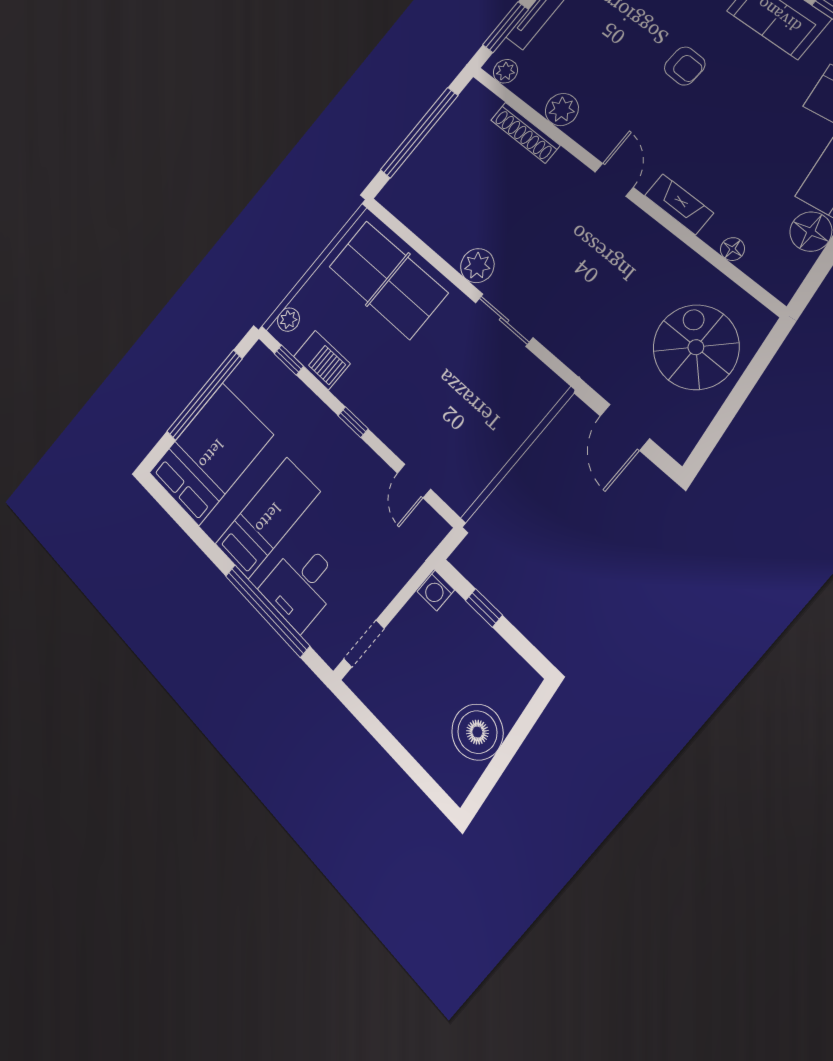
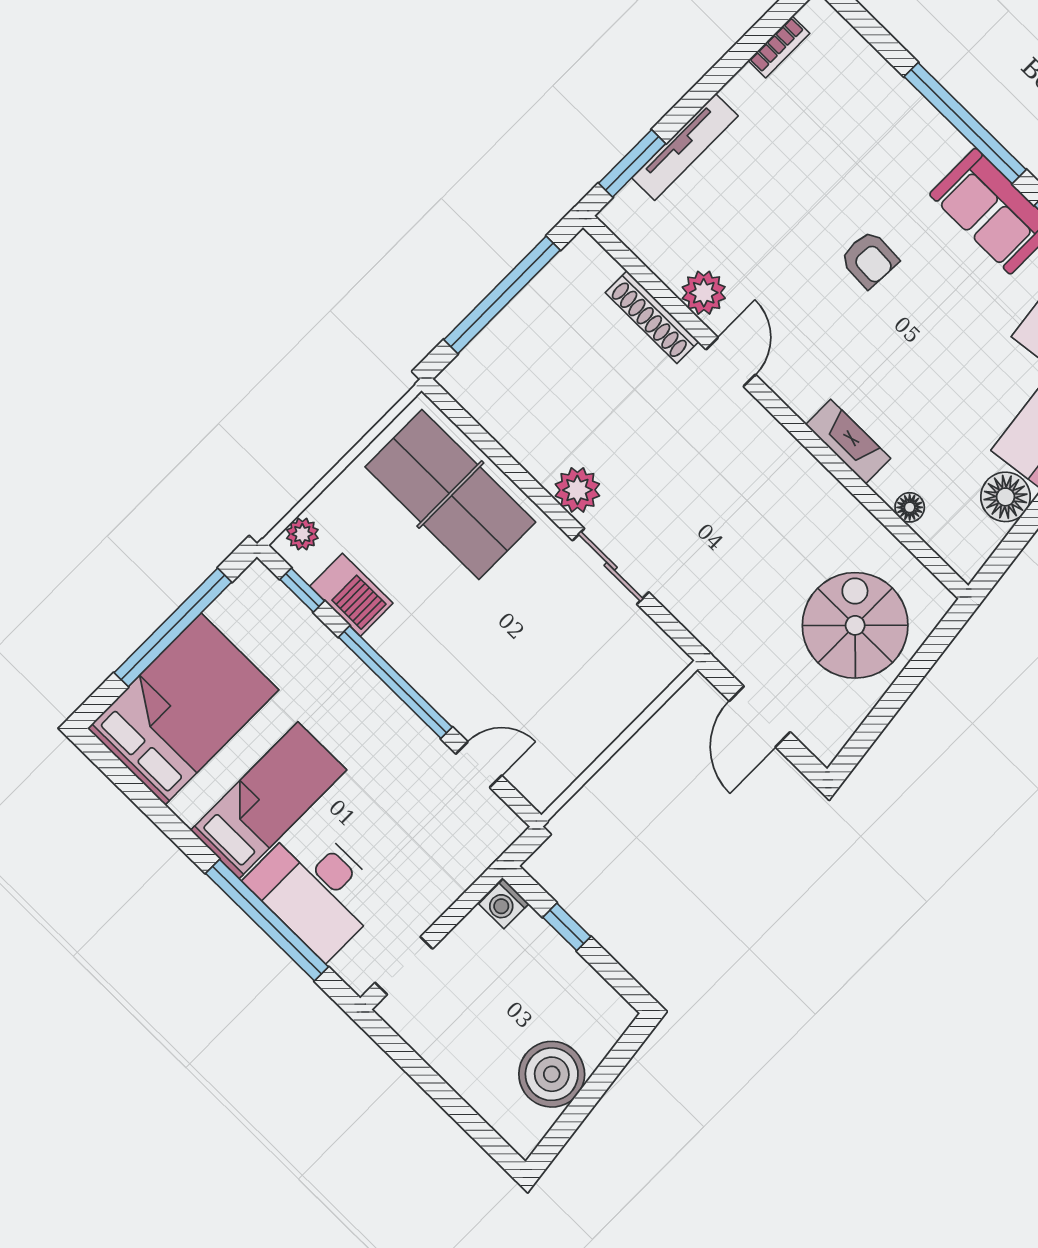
plant: (505, 71) -> (629, 226), removed
door: (614, 180) -> (731, 362), moved
window: (353, 422) -> (395, 682), width x3.17
door: (414, 481) -> (479, 765), swing flipped
desk: (301, 585) -> (316, 889), width x1.37

